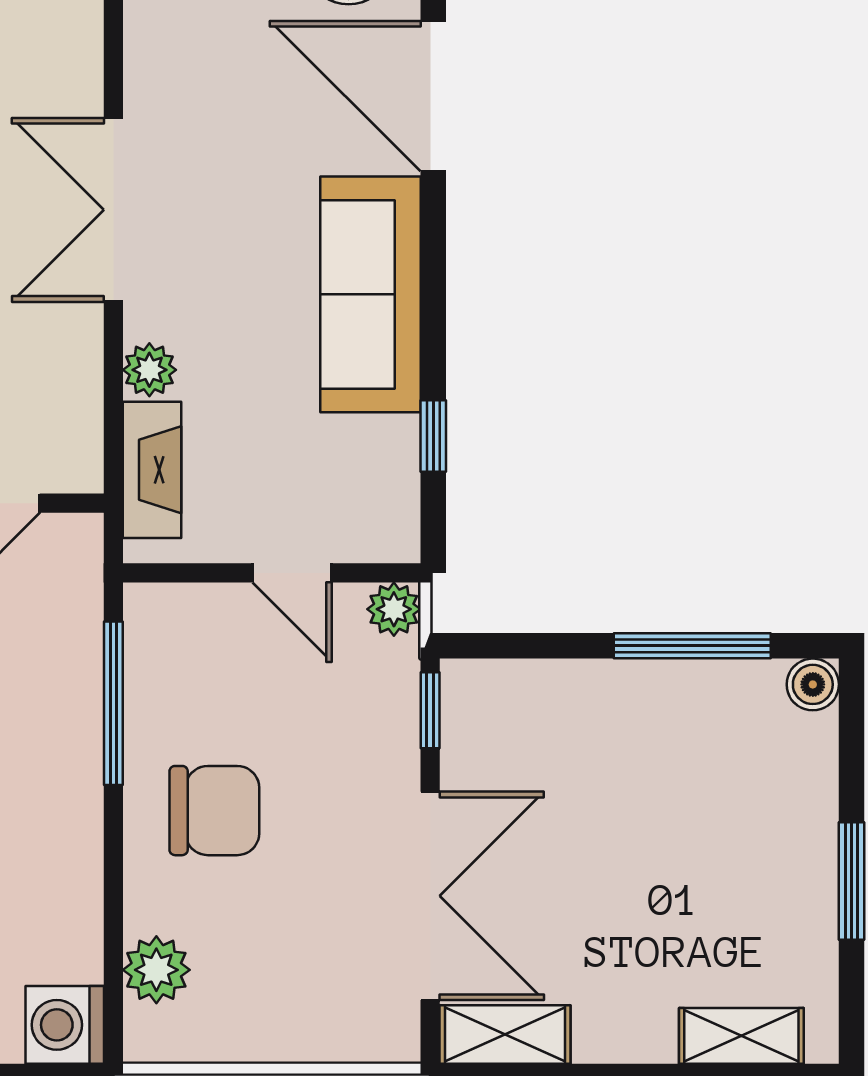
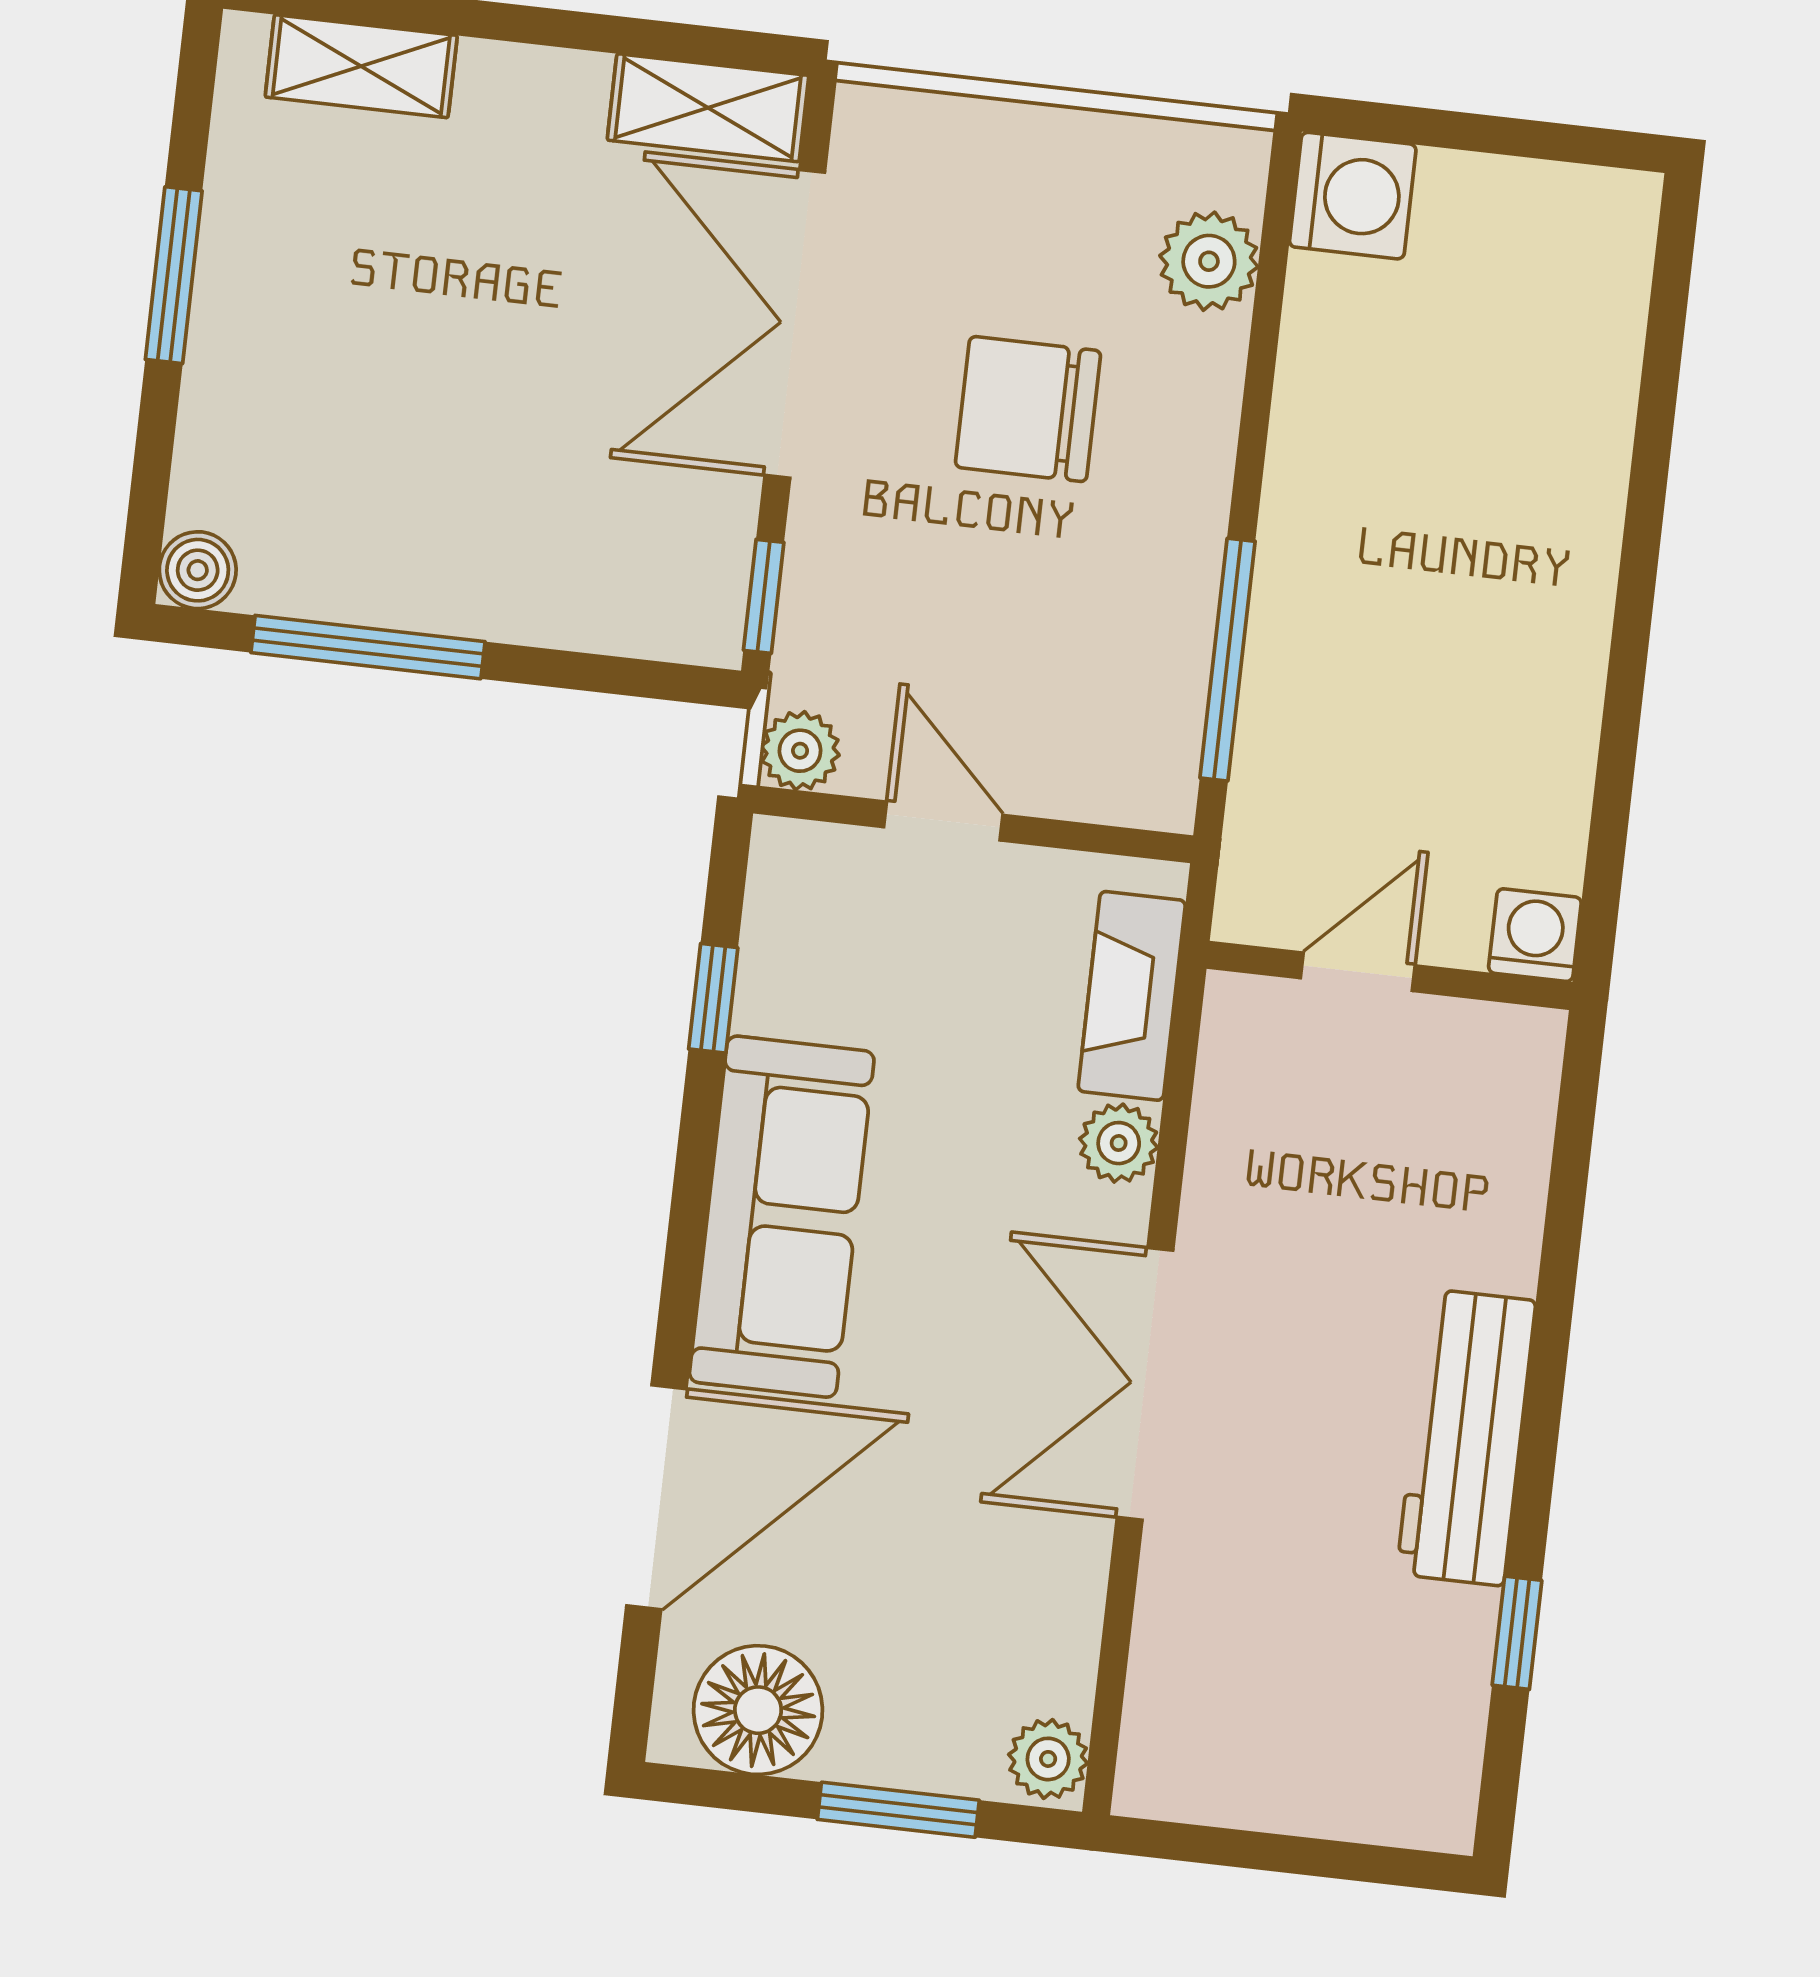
door: (433, 96) -> (656, 1497), hinge flipped
double door: (113, 210) -> (1145, 1384), swing flipped
chair: (214, 811) -> (1028, 409), moved

